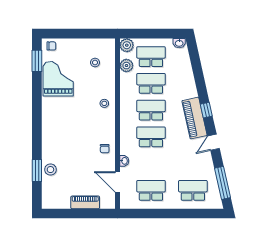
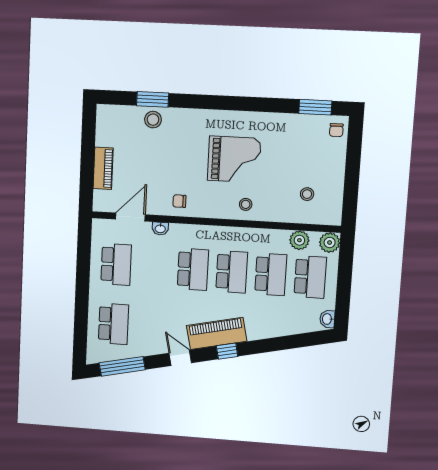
grand piano: (58, 79) -> (234, 159), moved

